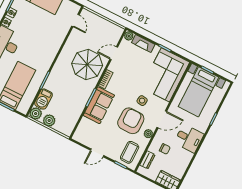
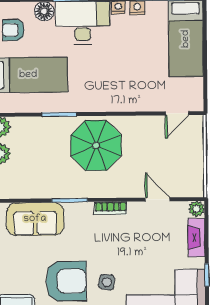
parasol: (87, 64) -> (96, 145), moved
barbecue: (43, 99) -> (29, 128), removed
sofa: (99, 105) -> (35, 219), moved

